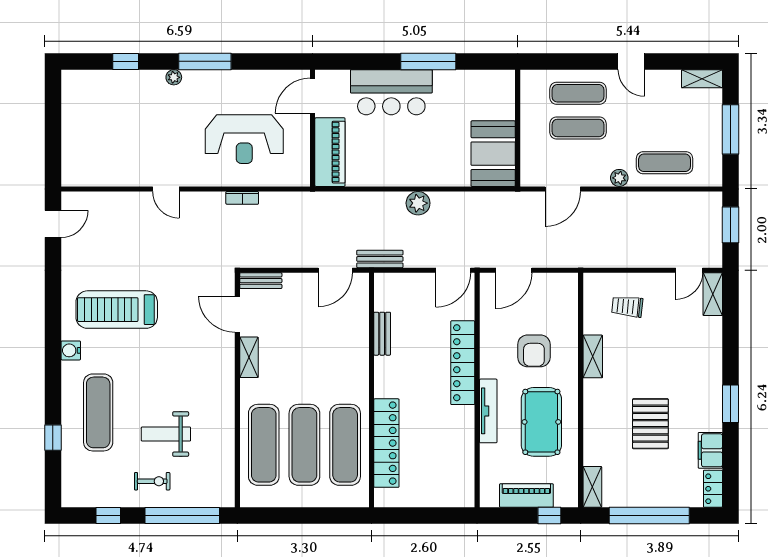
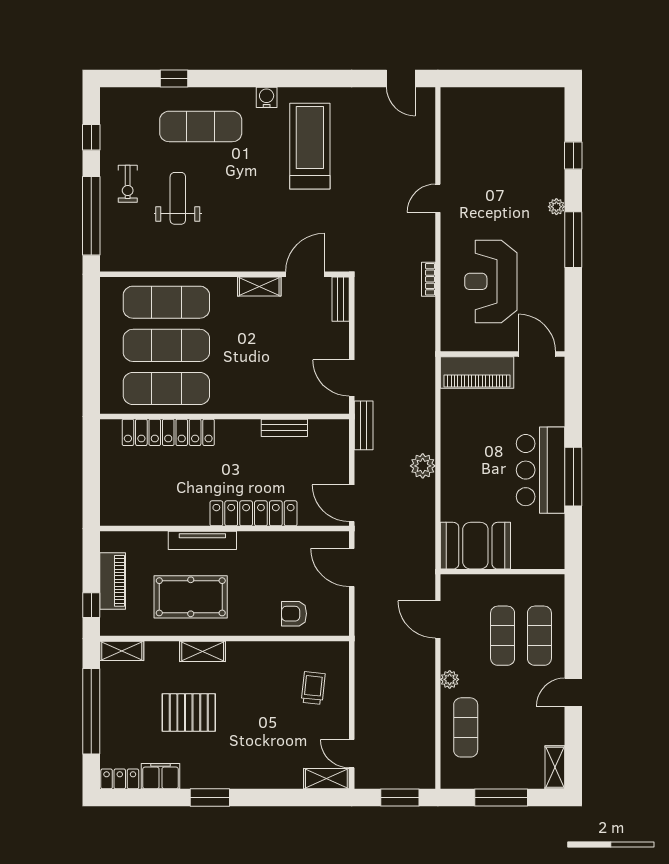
bar counter: (391, 92) -> (541, 470), moved
armchair: (534, 351) -> (294, 614), moved, width x0.72, depth x0.72
shelving: (593, 356) -> (203, 651), moved

